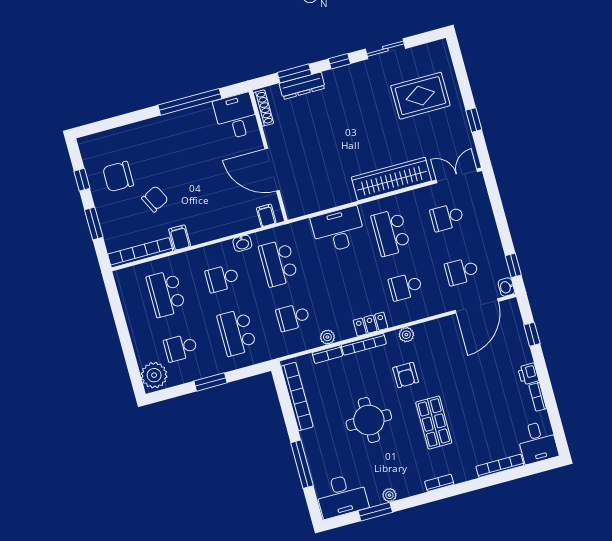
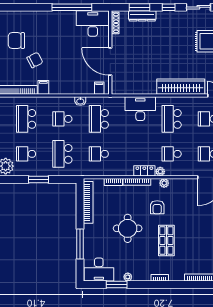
desk: (236, 116) -> (93, 23), width x1.37
plant: (327, 337) -> (160, 172), moved

